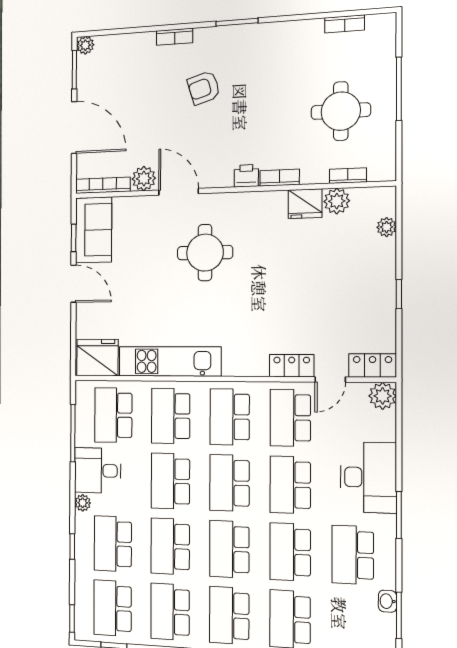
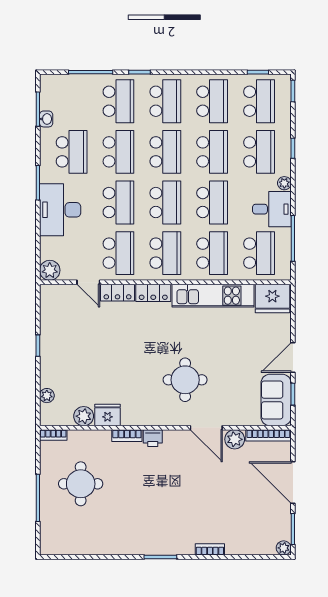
bookcase: (345, 24) -> (78, 549), removed
armchair: (204, 88) -> (186, 508), removed
bookcase: (348, 176) -> (53, 435), moved
door: (73, 284) -> (293, 357), hinge flipped
locker: (373, 365) -> (153, 293), moved
door: (330, 379) -> (88, 282), swing flipped

